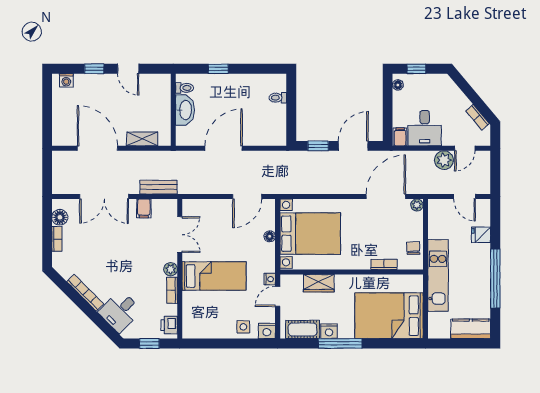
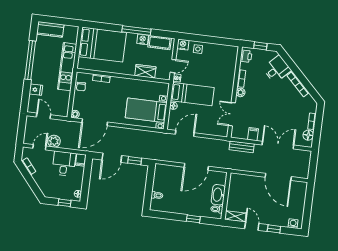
shelving: (142, 139) -> (235, 216), moved
bed with nightstands: (310, 234) -> (146, 110), width x0.73
bed: (214, 276) -> (192, 94), moved, turned 180

